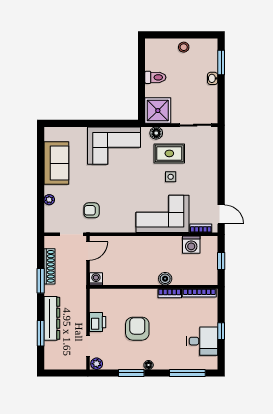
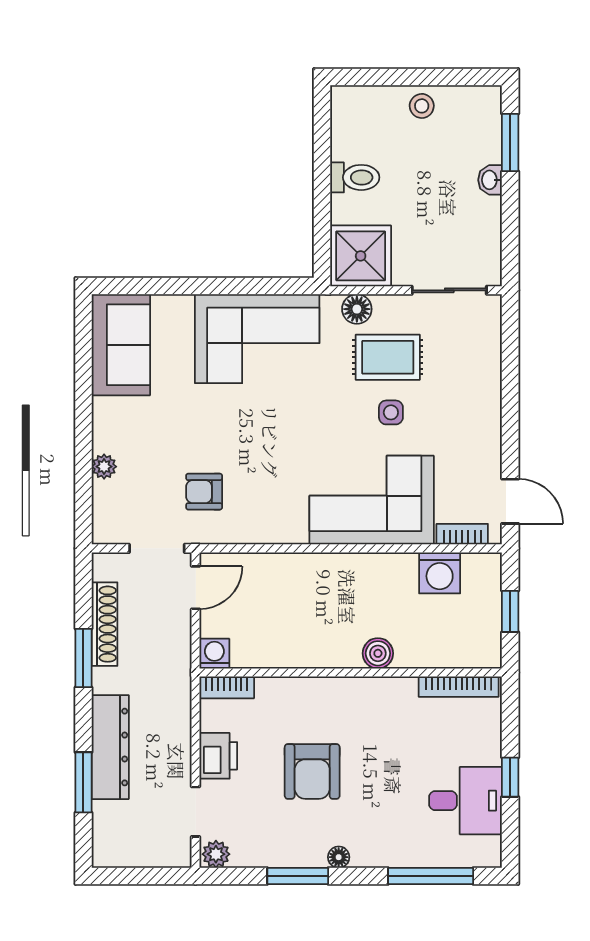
sofa: (56, 163) -> (121, 345), moved
bookcase: (170, 293) -> (227, 687), moved
armchair: (137, 329) -> (312, 771), turned 180

